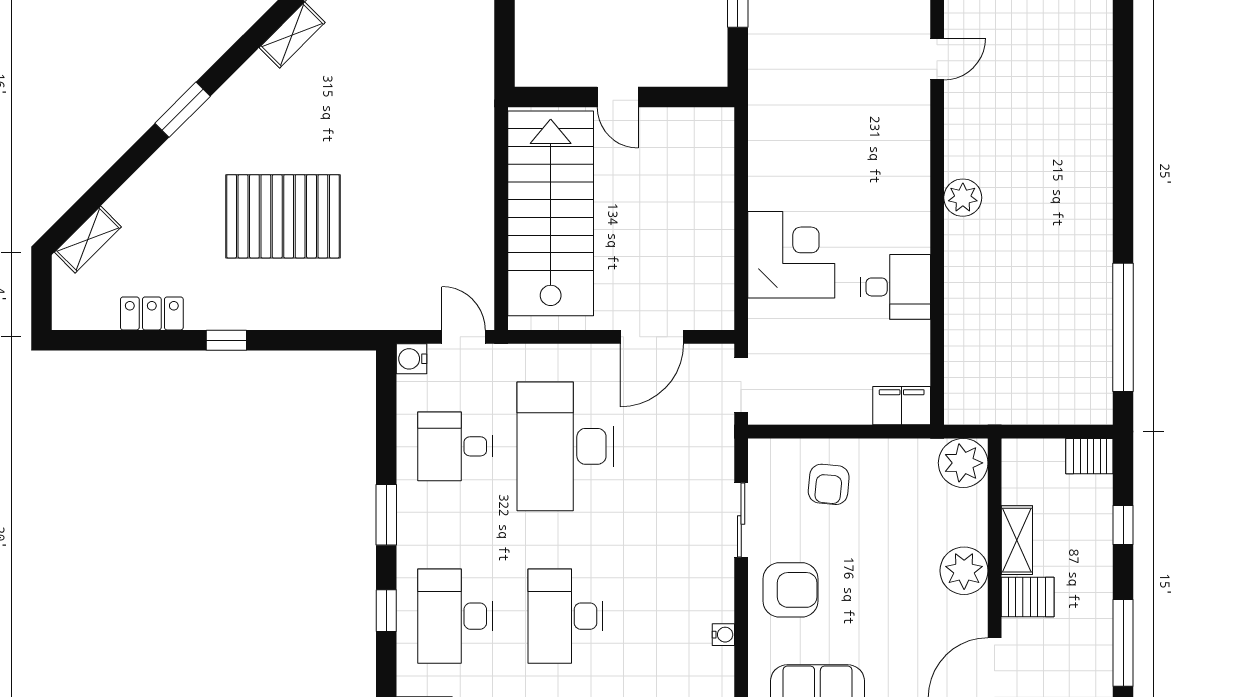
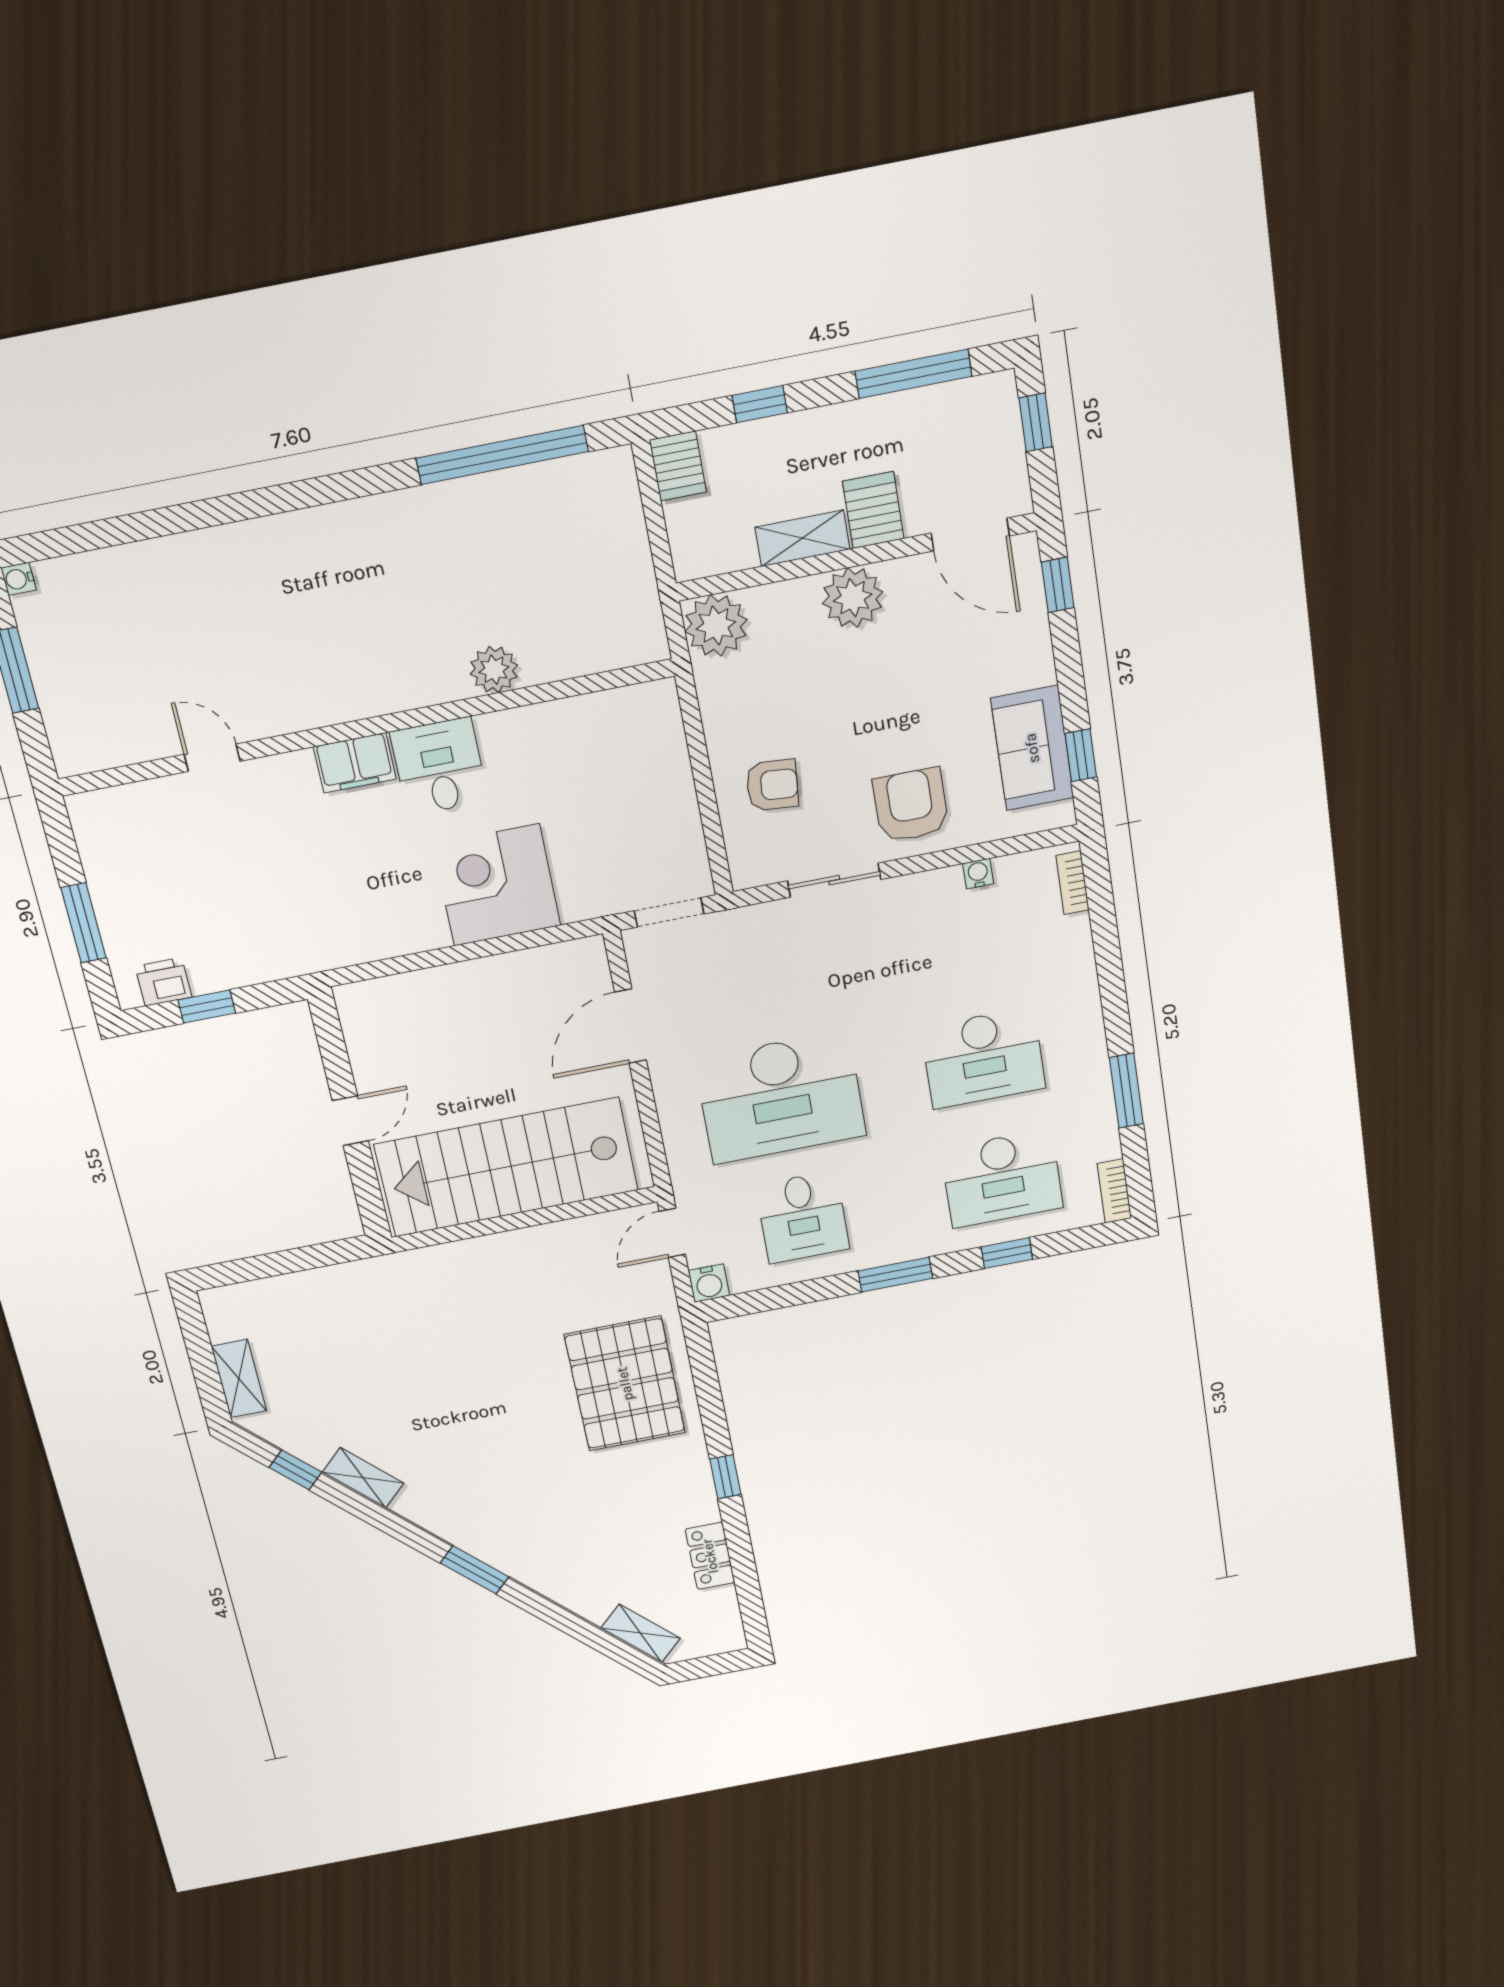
plant: (963, 198) -> (494, 670), moved
pallet: (283, 216) -> (625, 1384), moved
desk: (895, 287) -> (439, 767), moved
door: (652, 337) -> (630, 1026), swing flipped
filing cabinet: (902, 406) -> (355, 763), moved, turned -90

